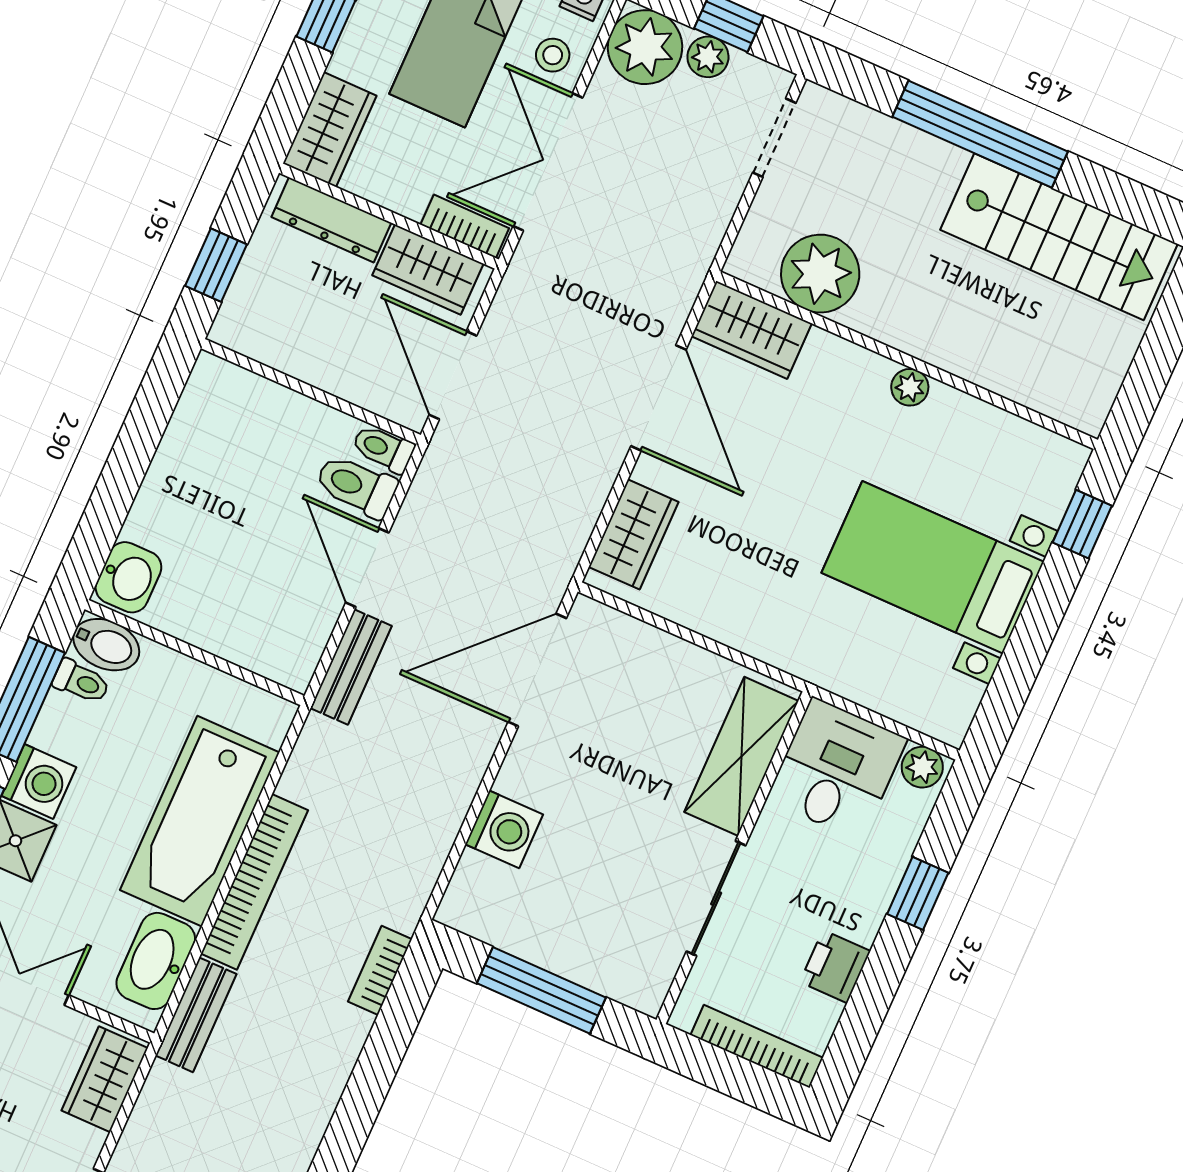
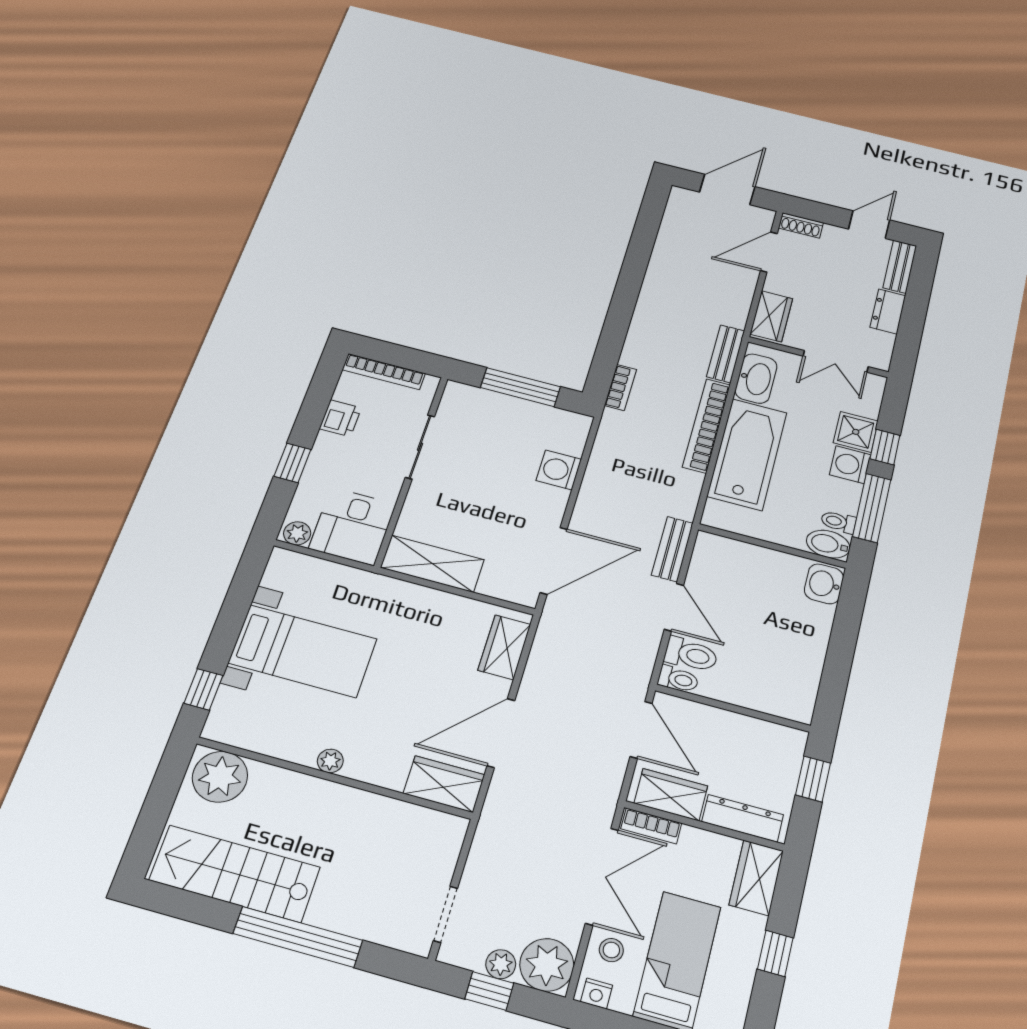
plant: (820, 274) -> (220, 777), moved
door: (659, 398) -> (501, 733), hinge flipped
shelving: (741, 756) -> (432, 564), moved, turned 90

